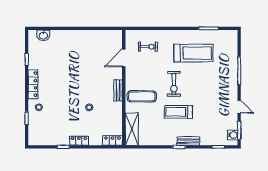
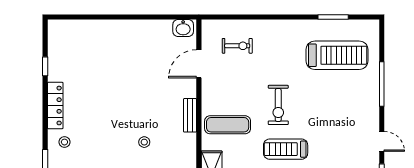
washbasin: (43, 35) -> (183, 28), moved
treadmill: (193, 53) -> (337, 55), moved

